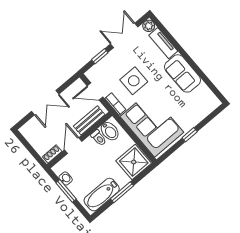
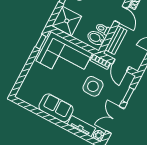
double door: (124, 35) -> (115, 120), swing flipped
door: (95, 91) -> (121, 65), swing flipped
window: (190, 135) -> (41, 42), moved

